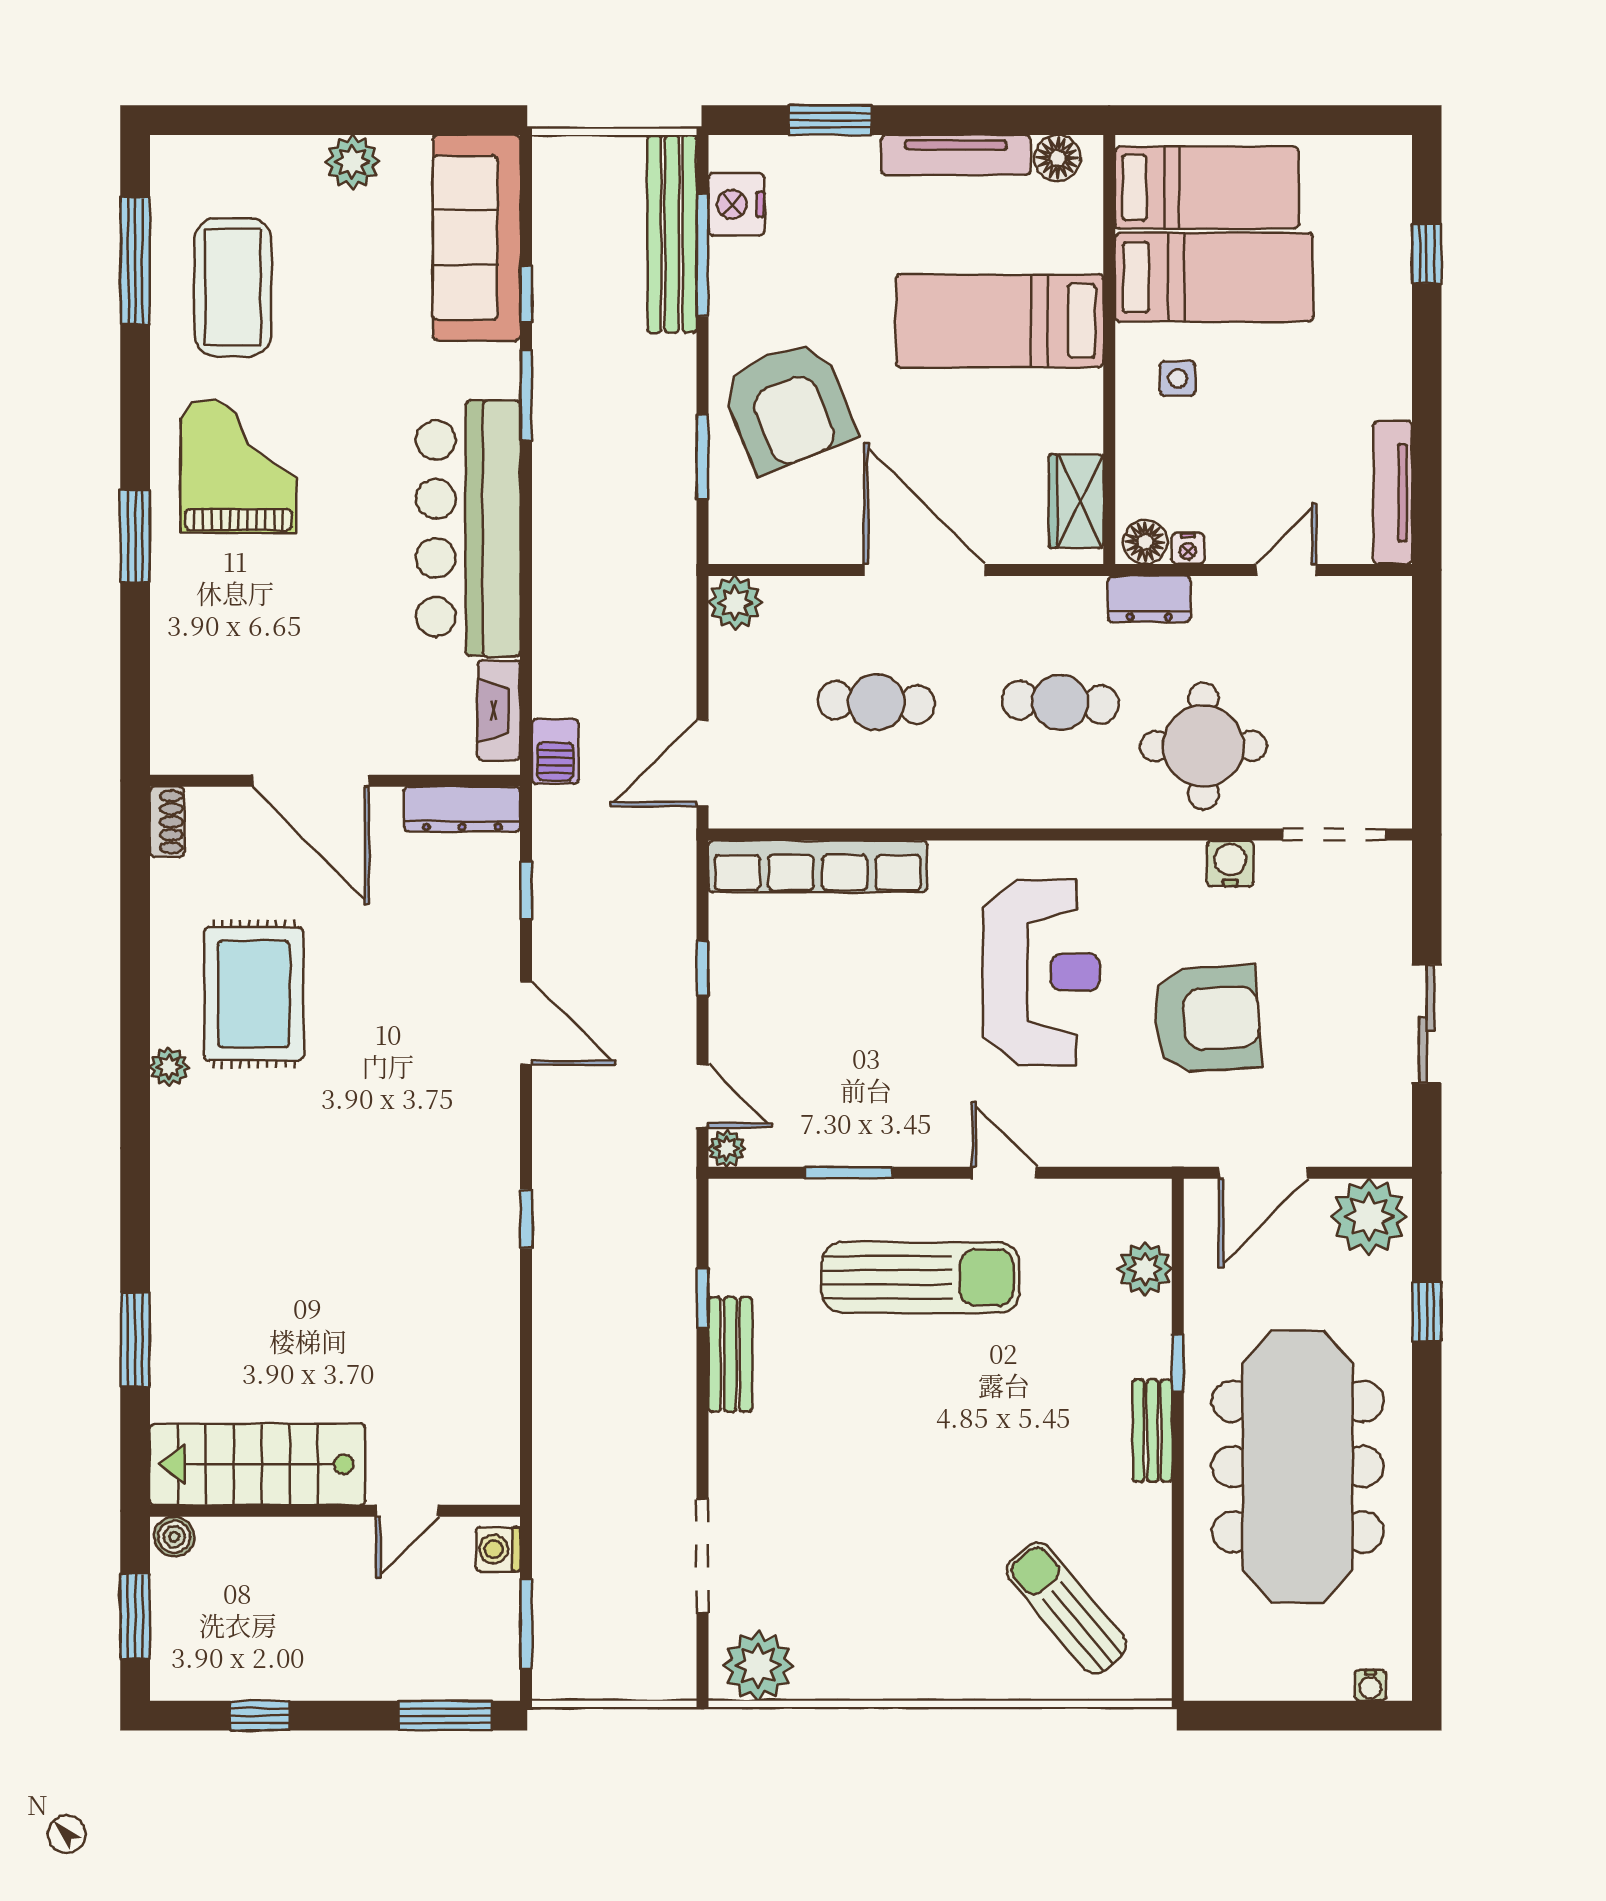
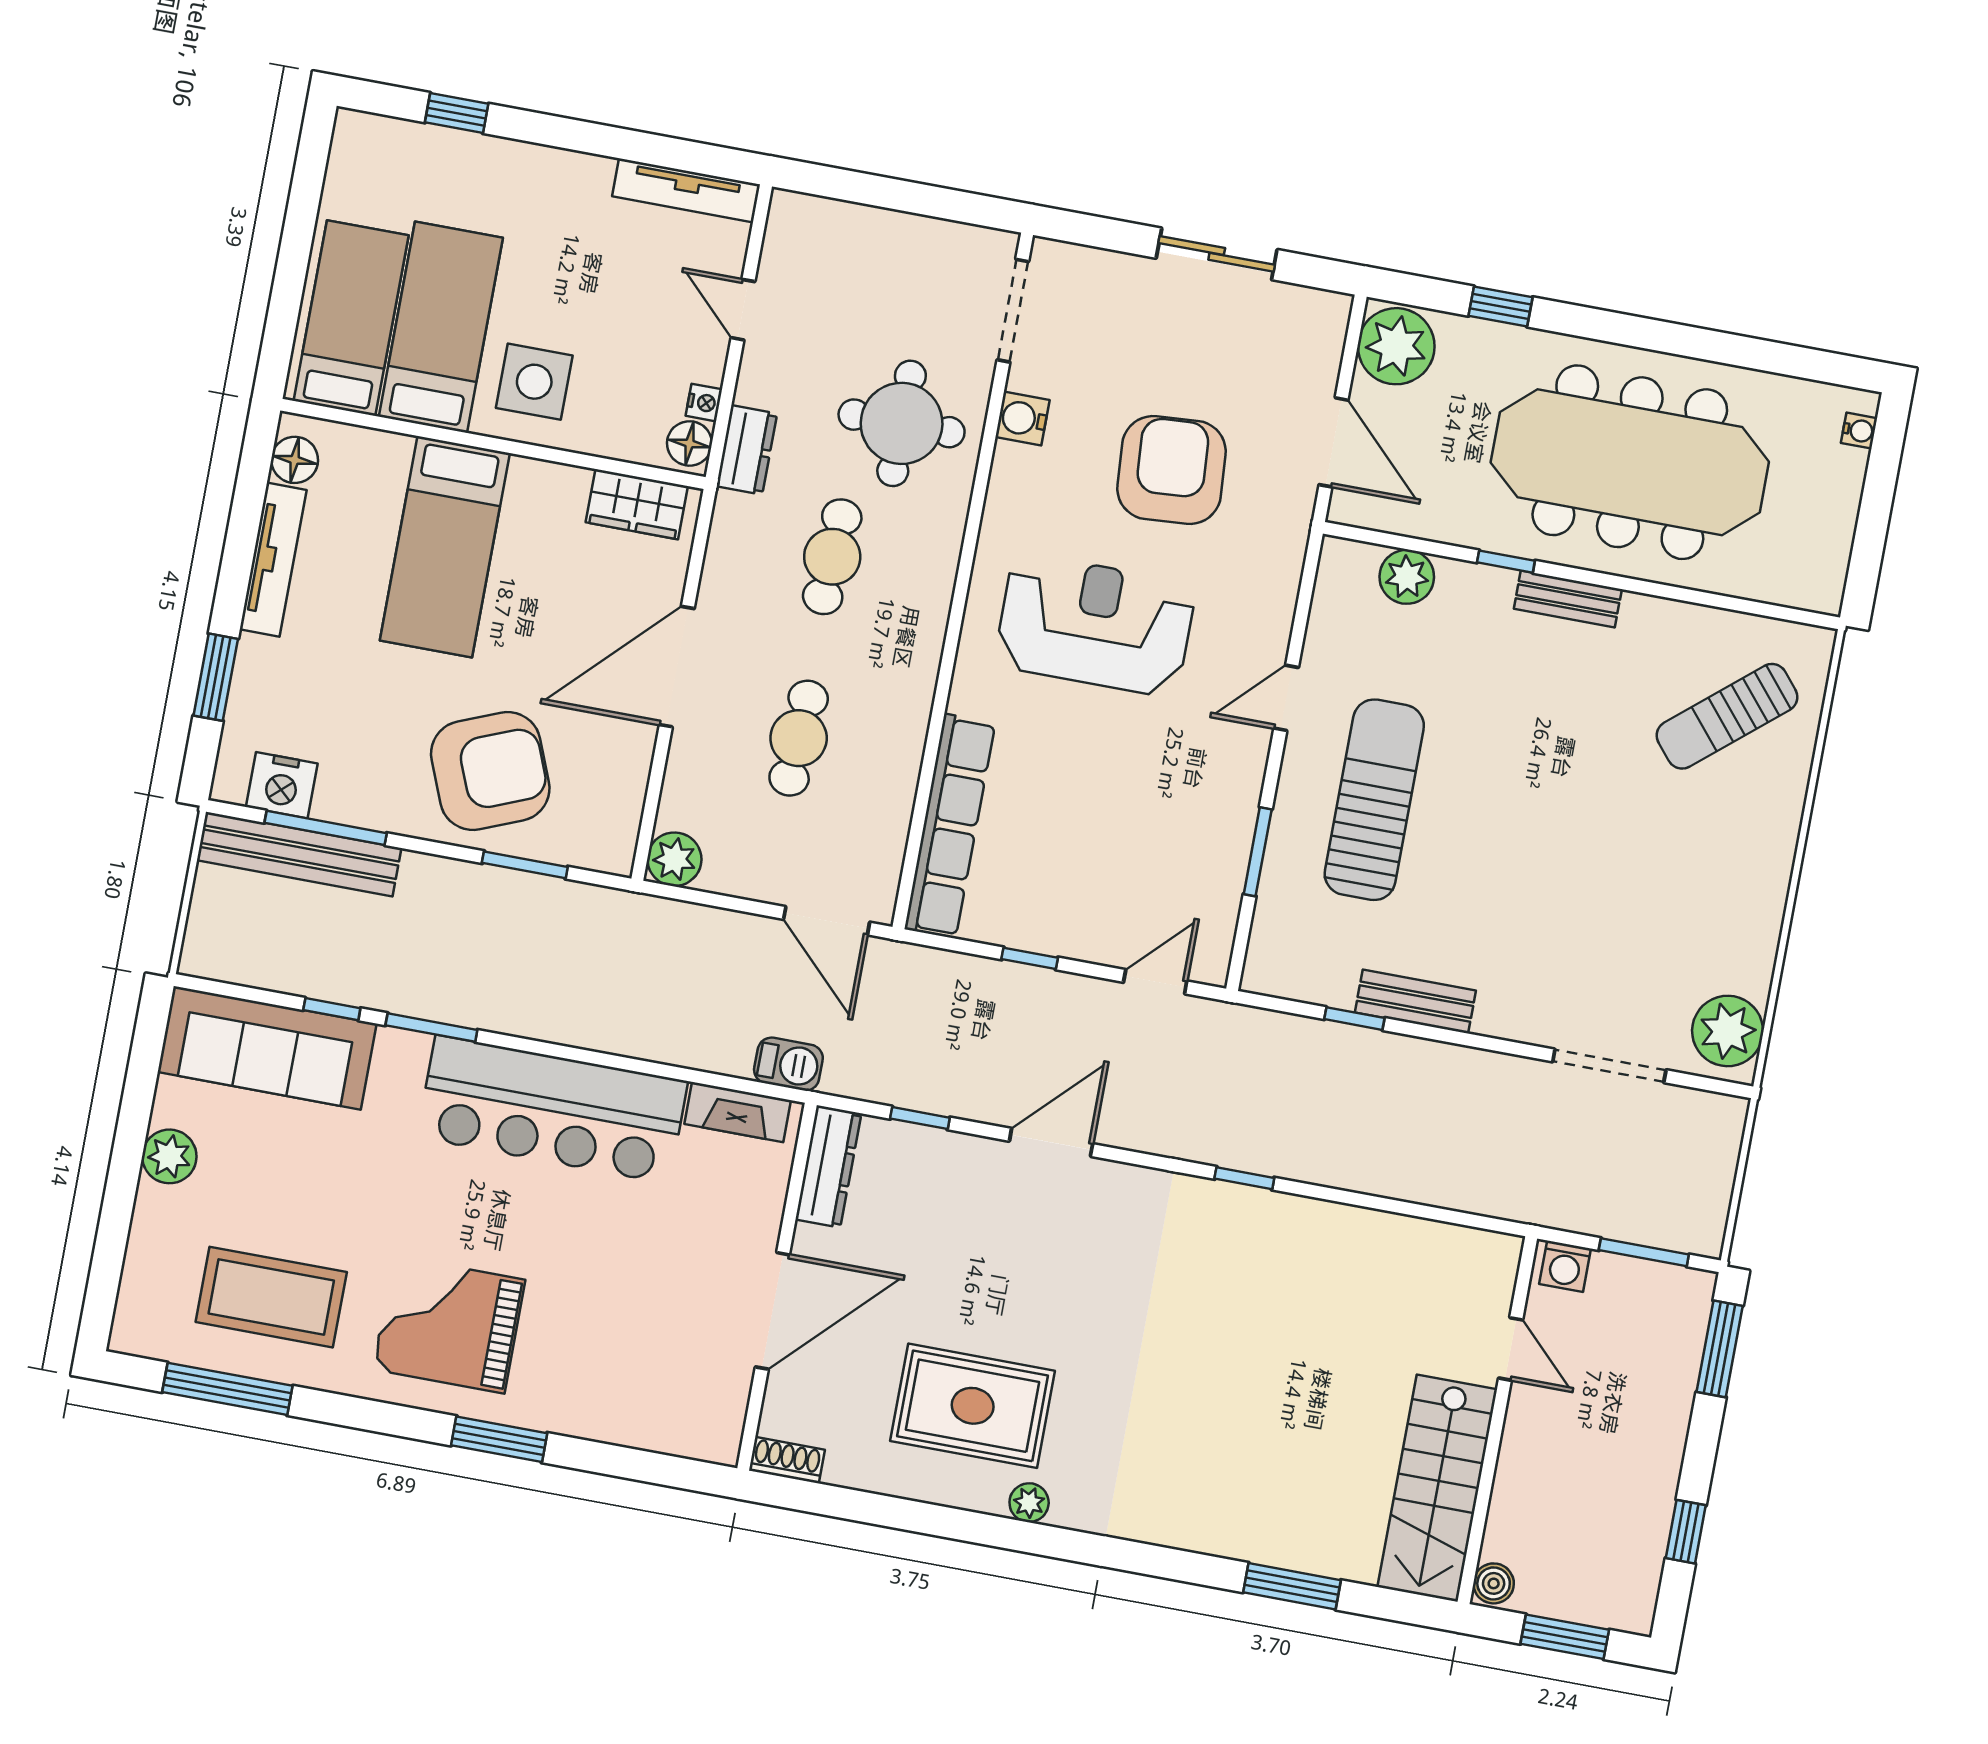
side table: (1178, 378) -> (534, 382), width x1.87, depth x1.87
plant: (727, 1148) -> (1211, 967), removed

